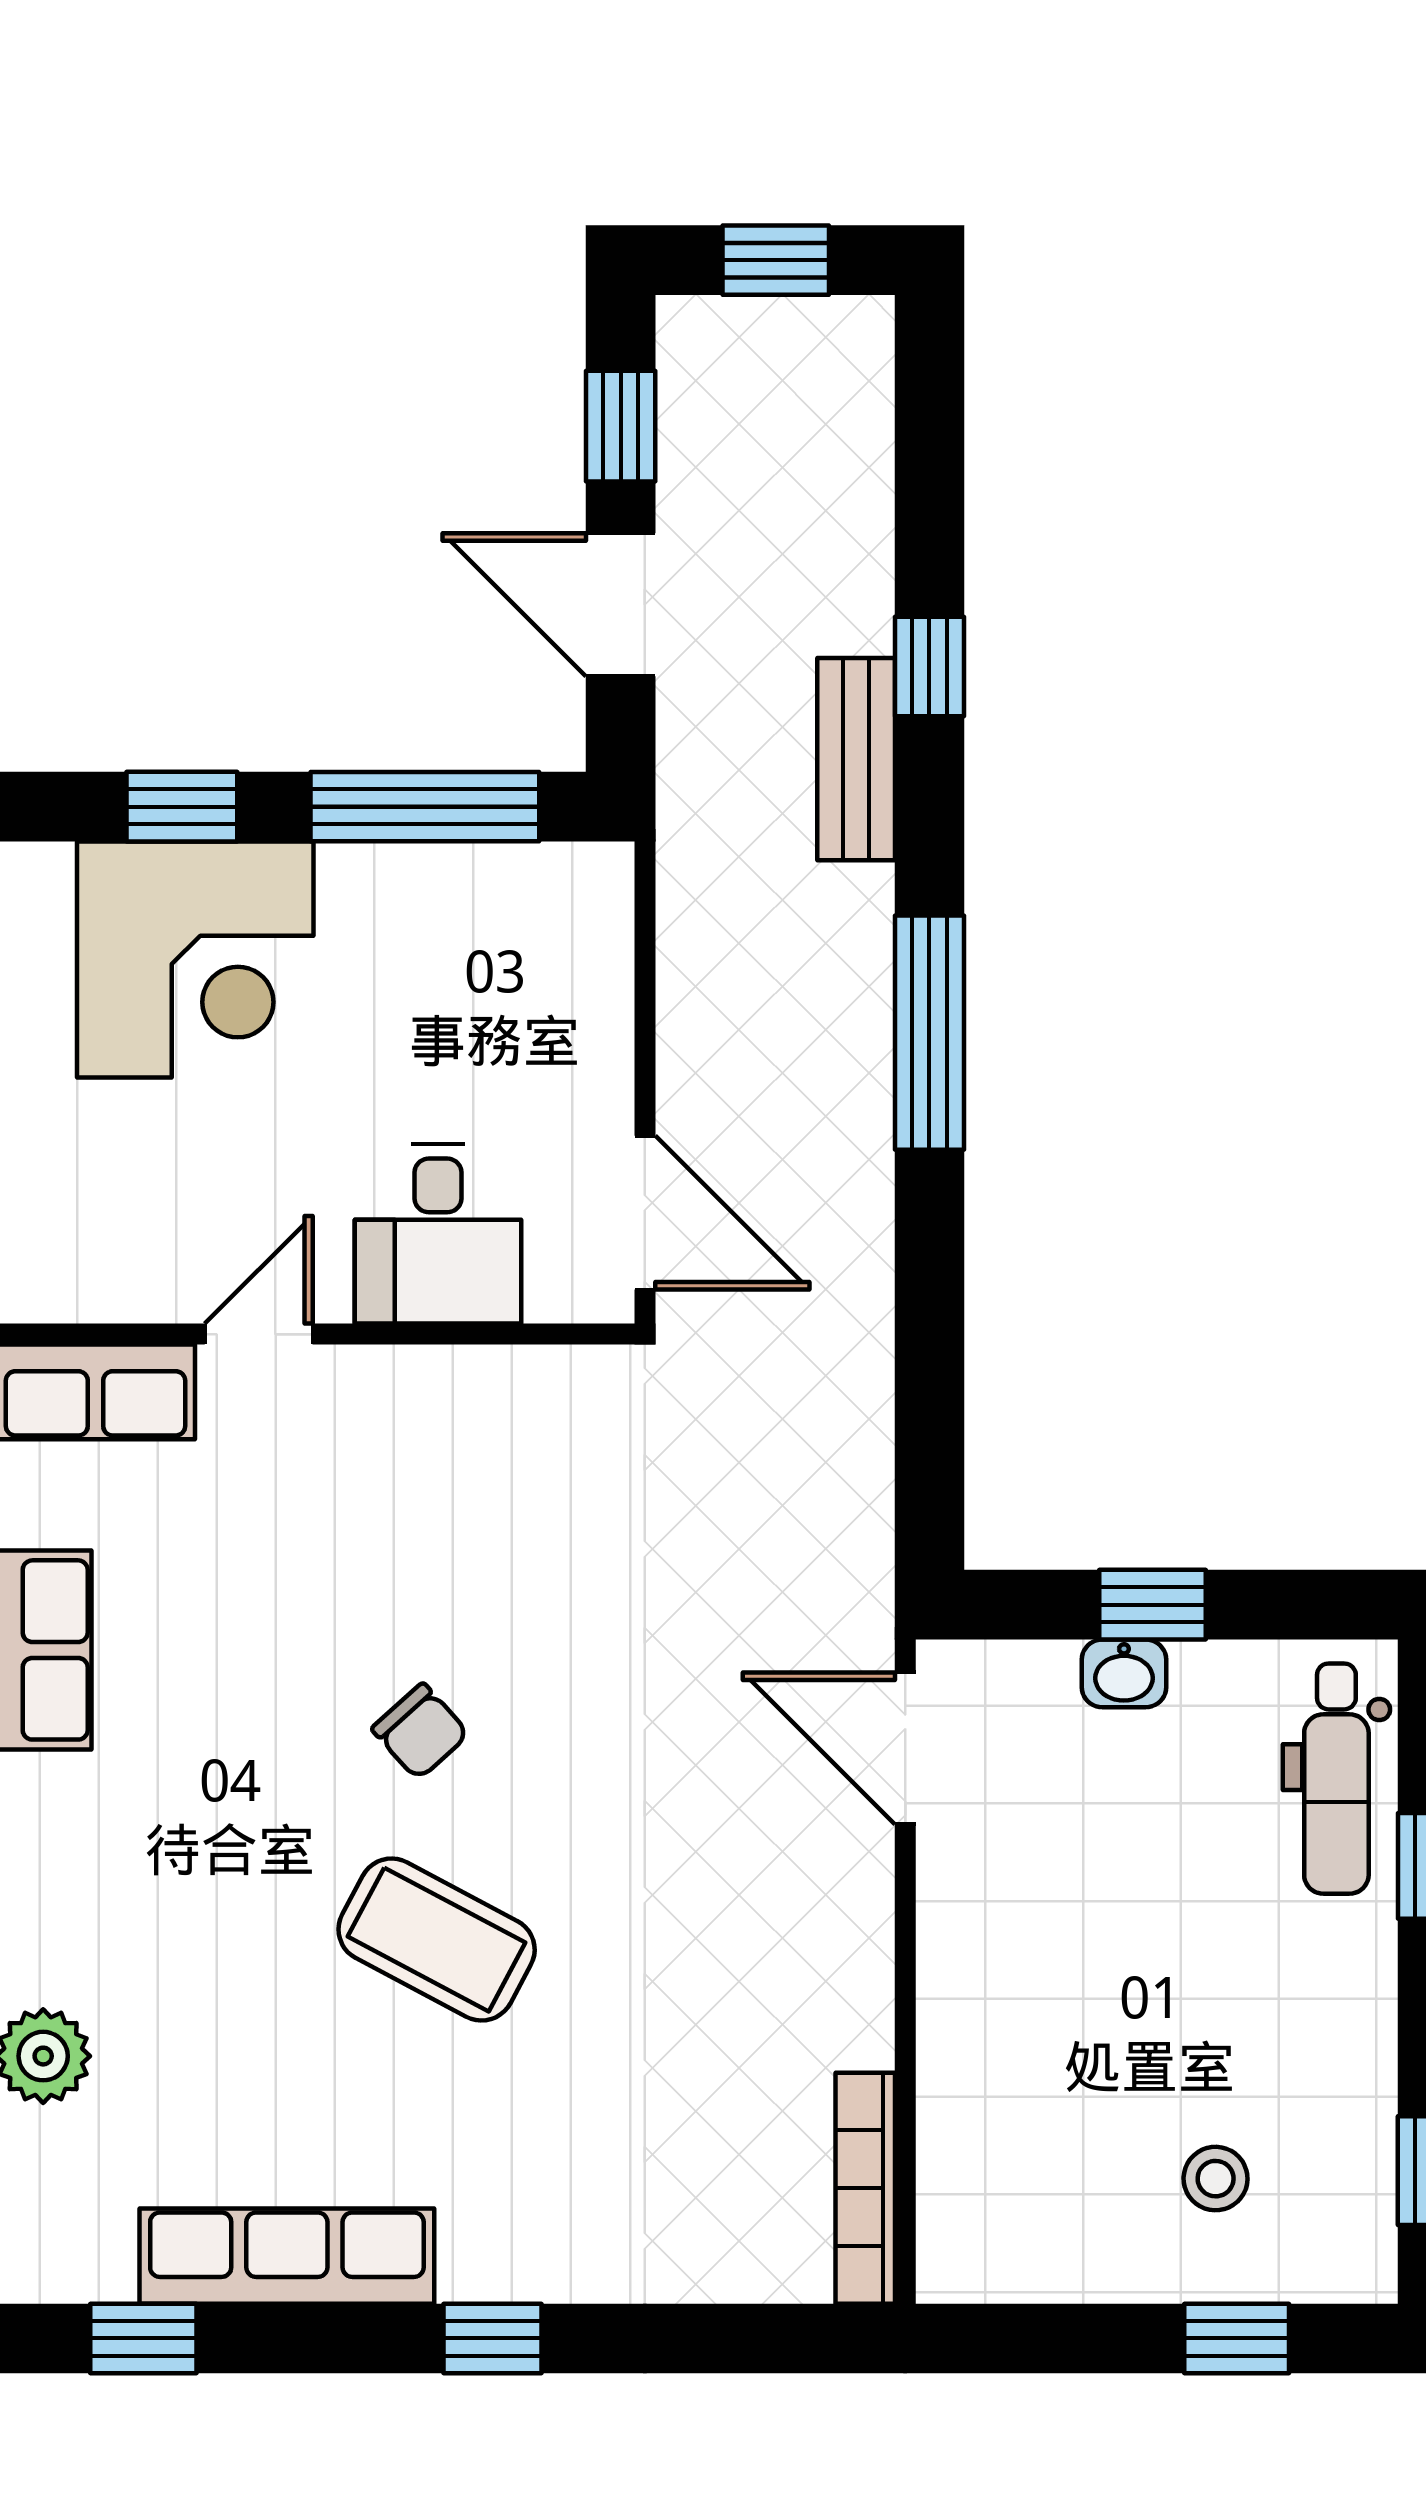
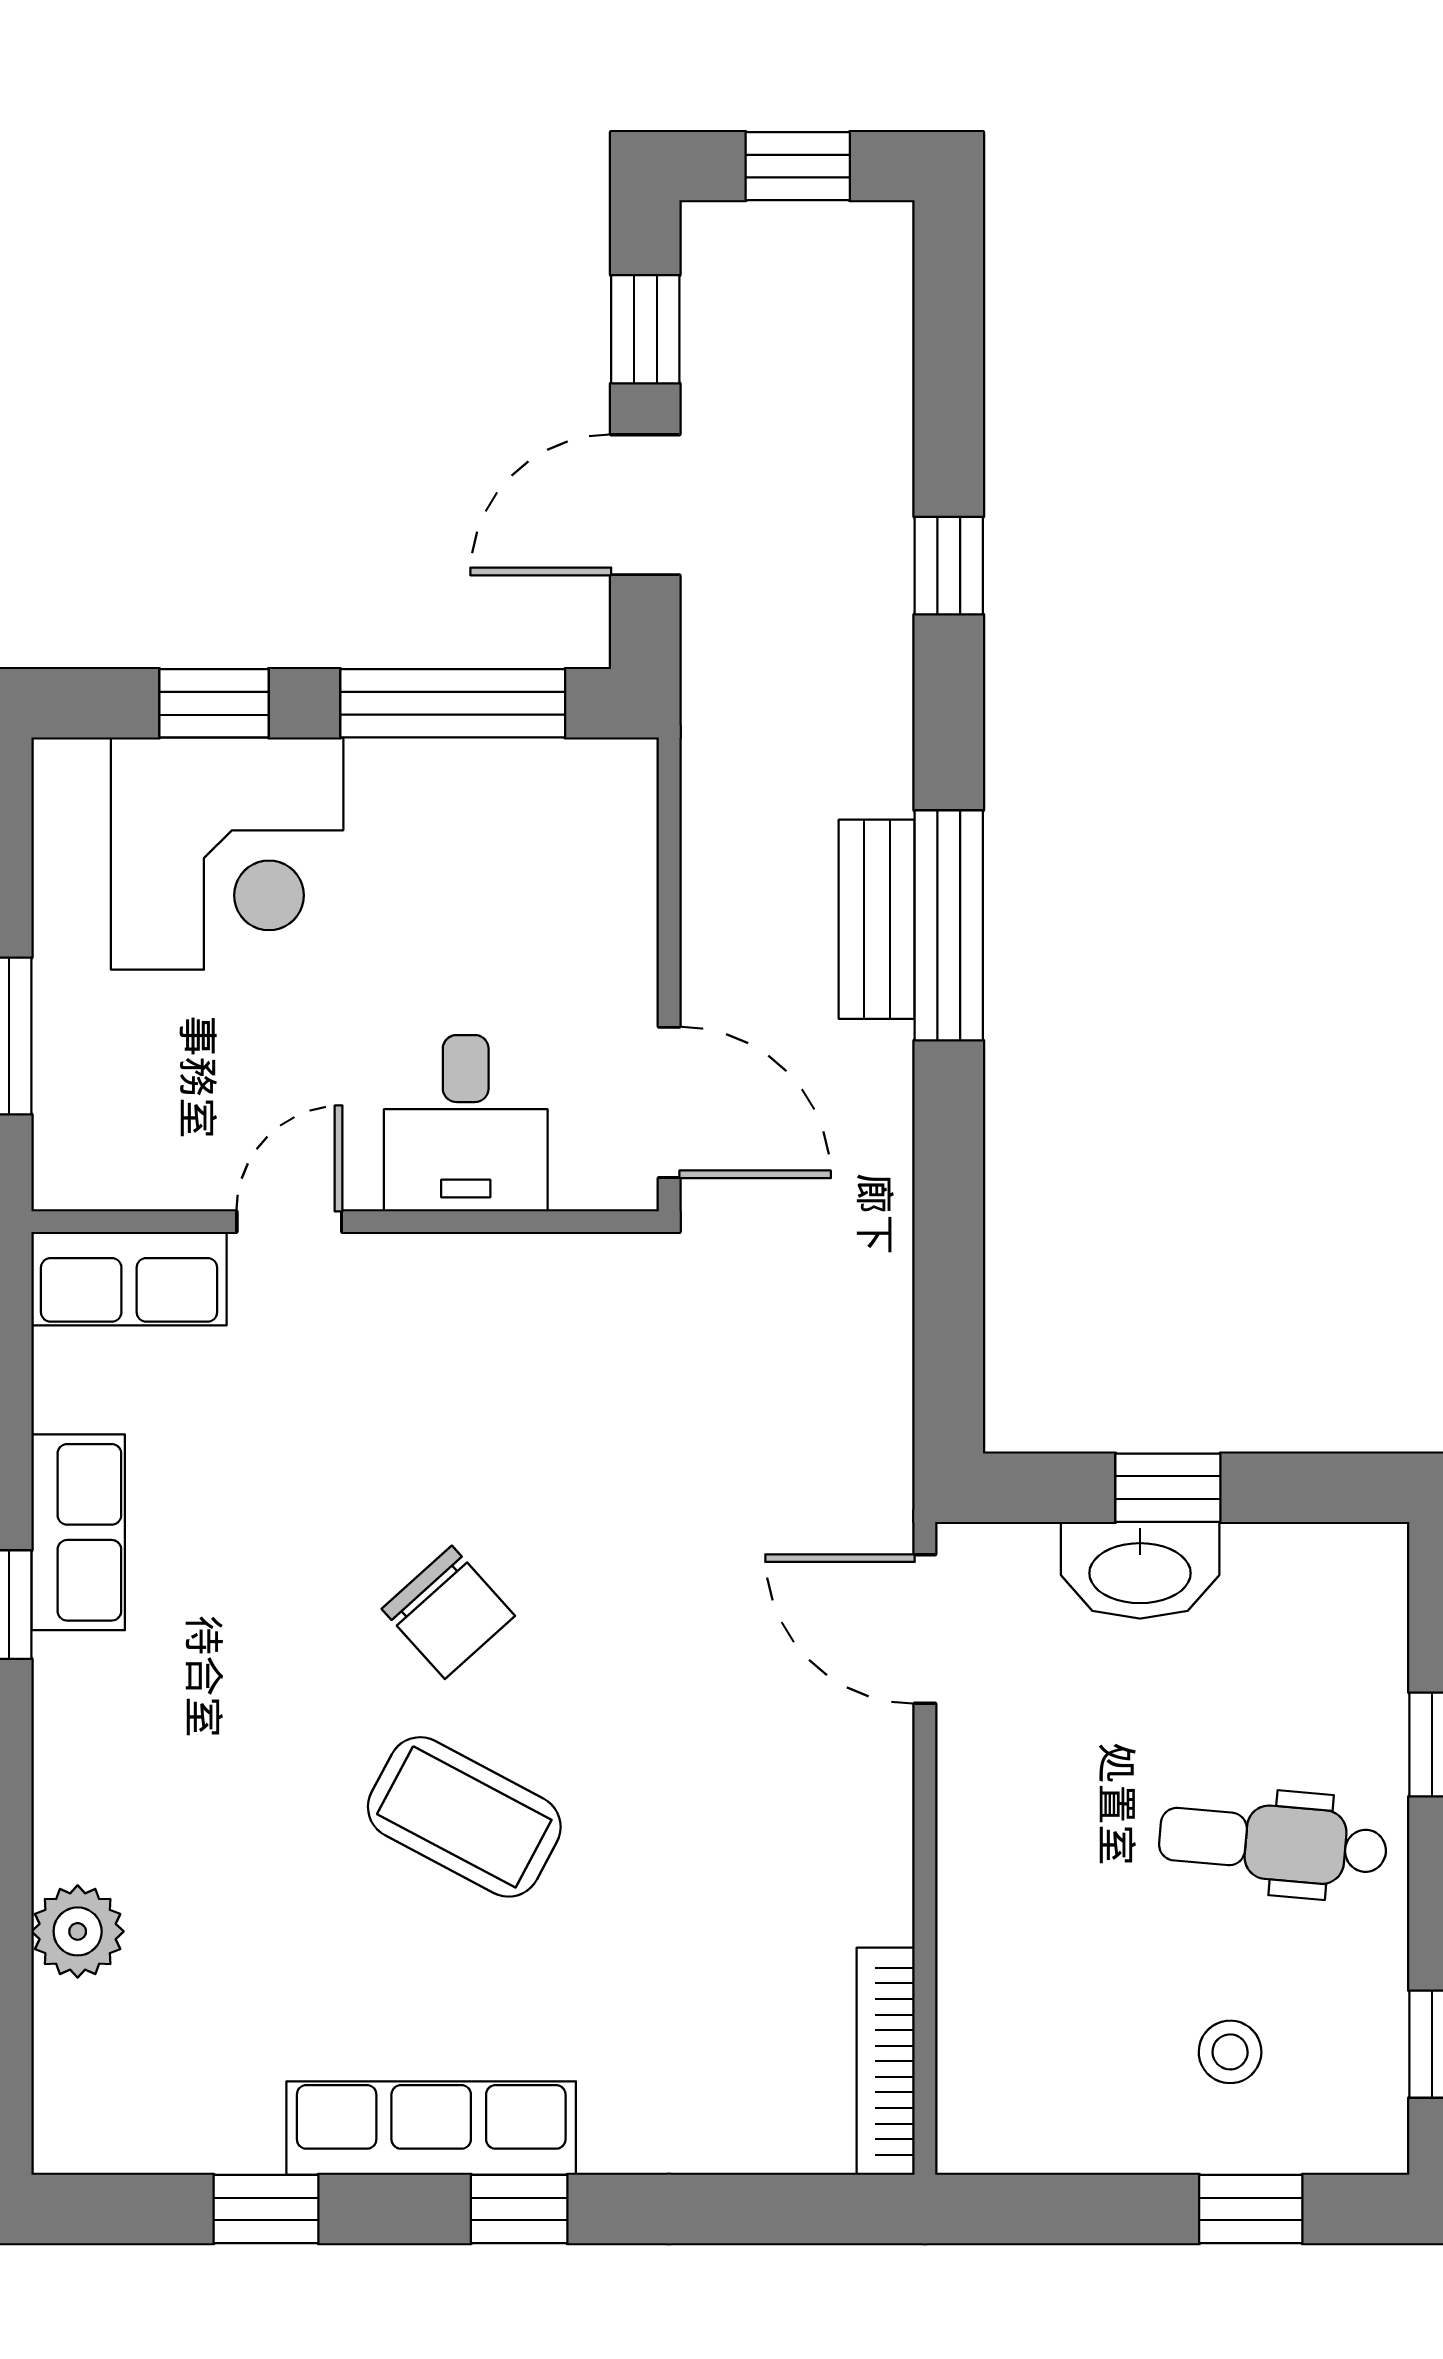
door: (621, 605) -> (645, 505), hinge flipped
bench: (856, 759) -> (877, 919), moved
washbasin: (1124, 1673) -> (1140, 1570), width x1.91, depth x1.45
chair: (420, 1731) -> (448, 1612), width x1.37, depth x1.37
dental chair: (1336, 1779) -> (1273, 1843), moved, turned 95
row of seats: (287, 2256) -> (431, 2128), moved
window: (143, 2338) -> (266, 2209), moved

